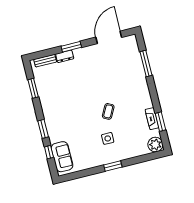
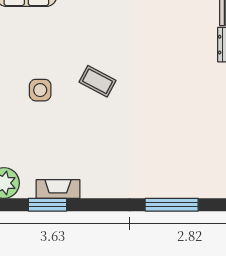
coffee table: (108, 111) -> (97, 81), moved

